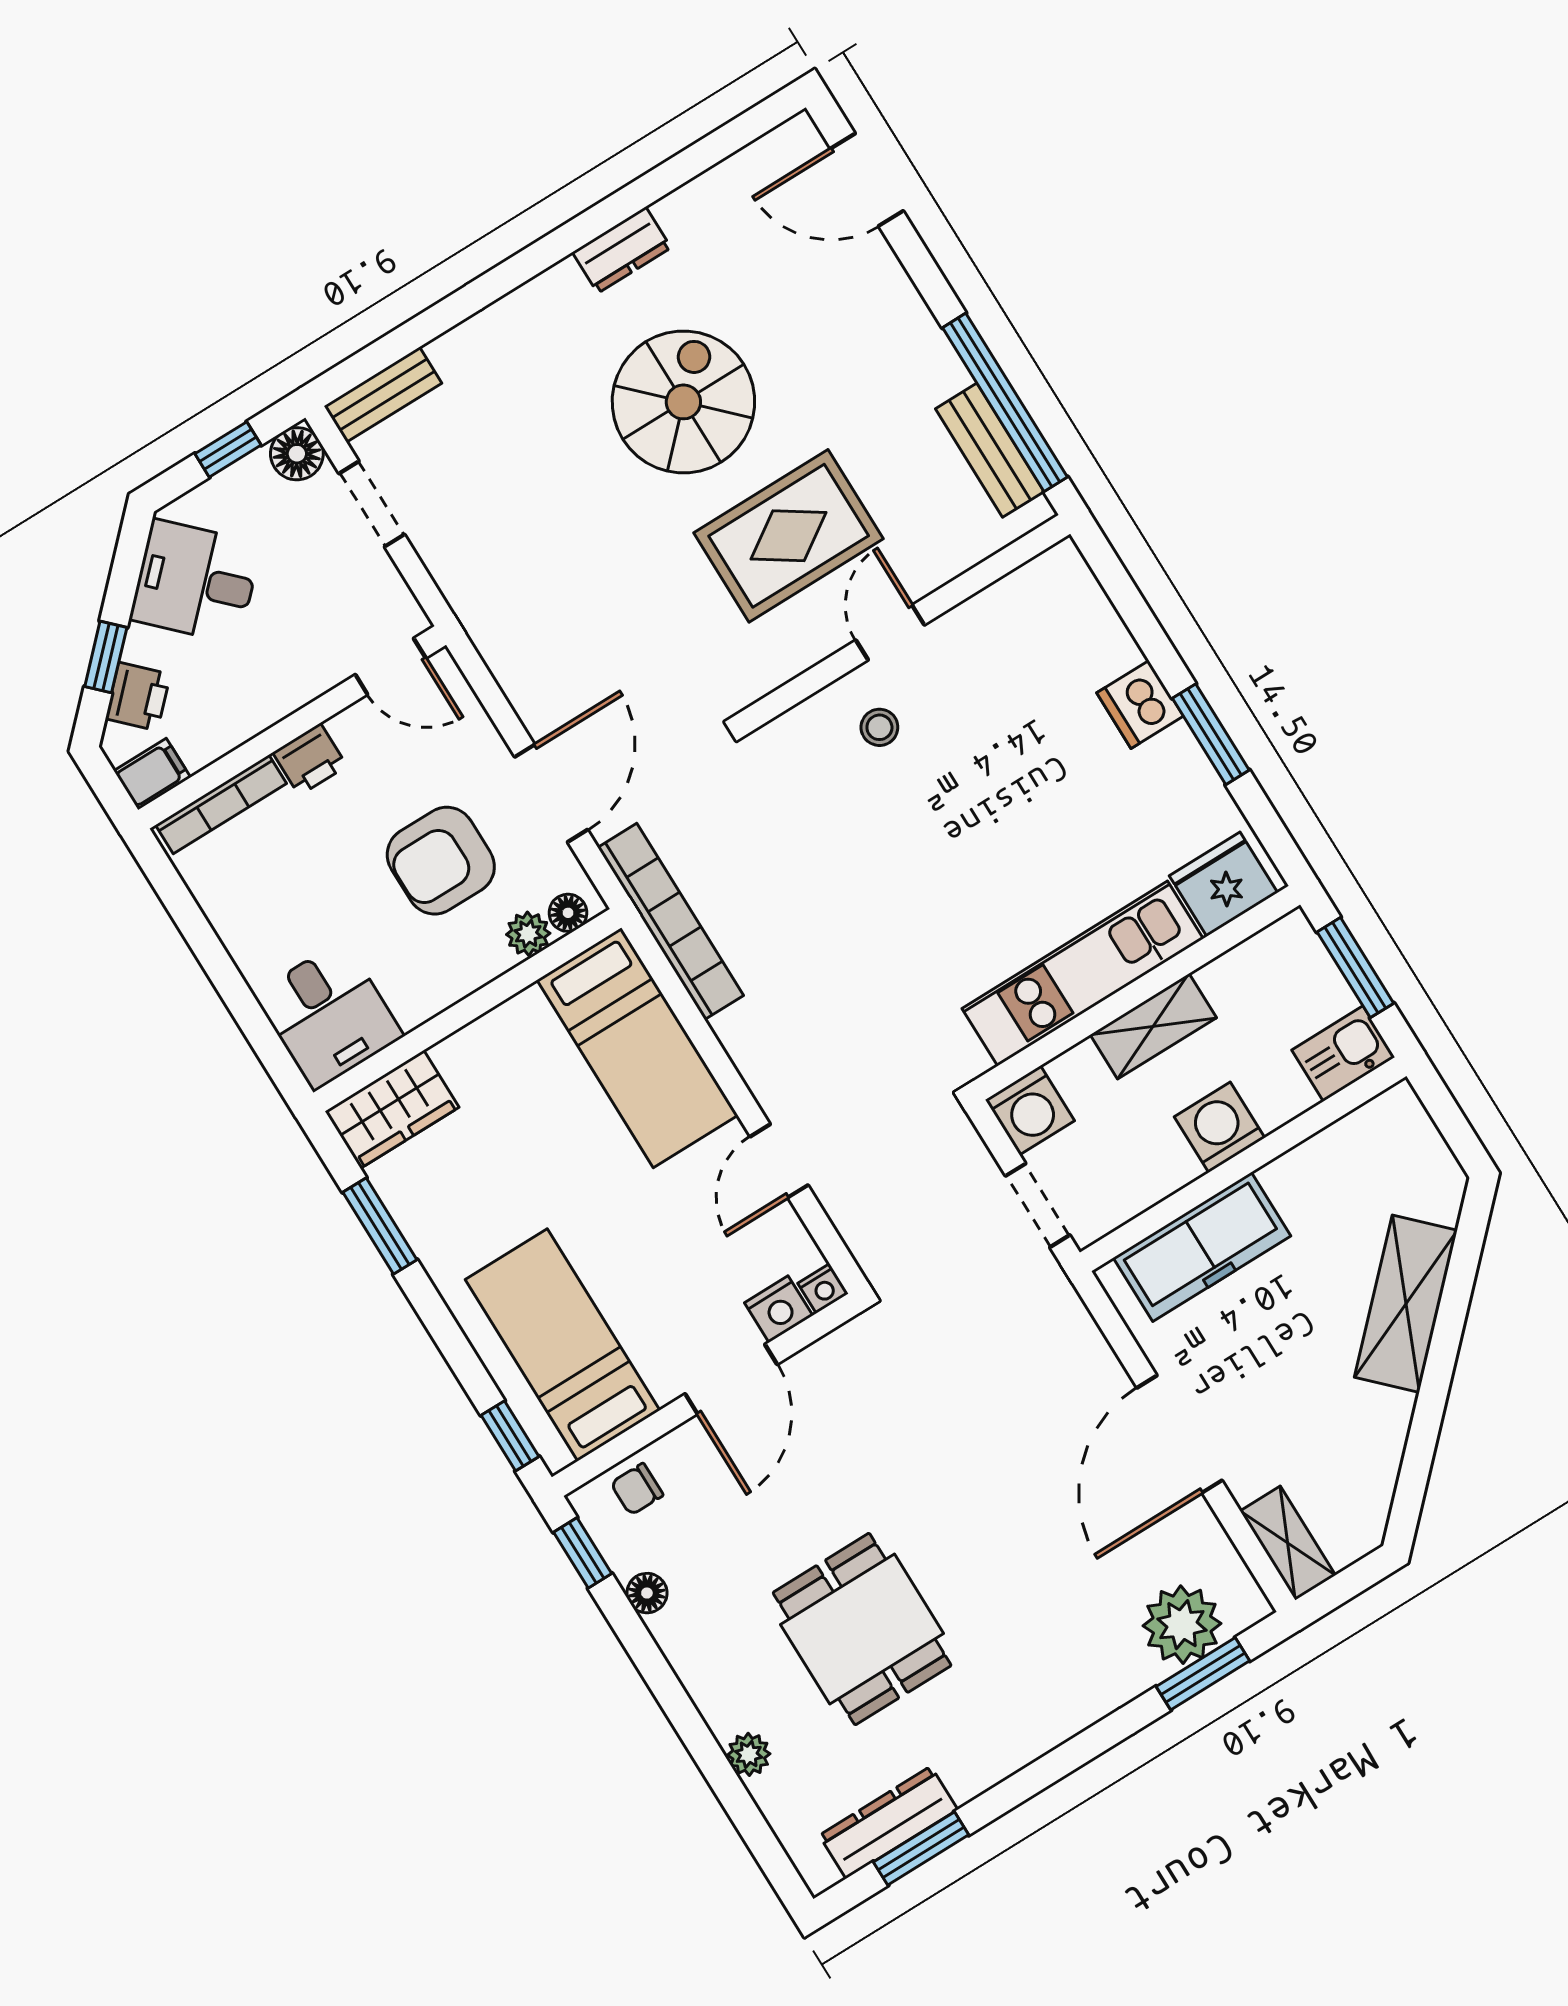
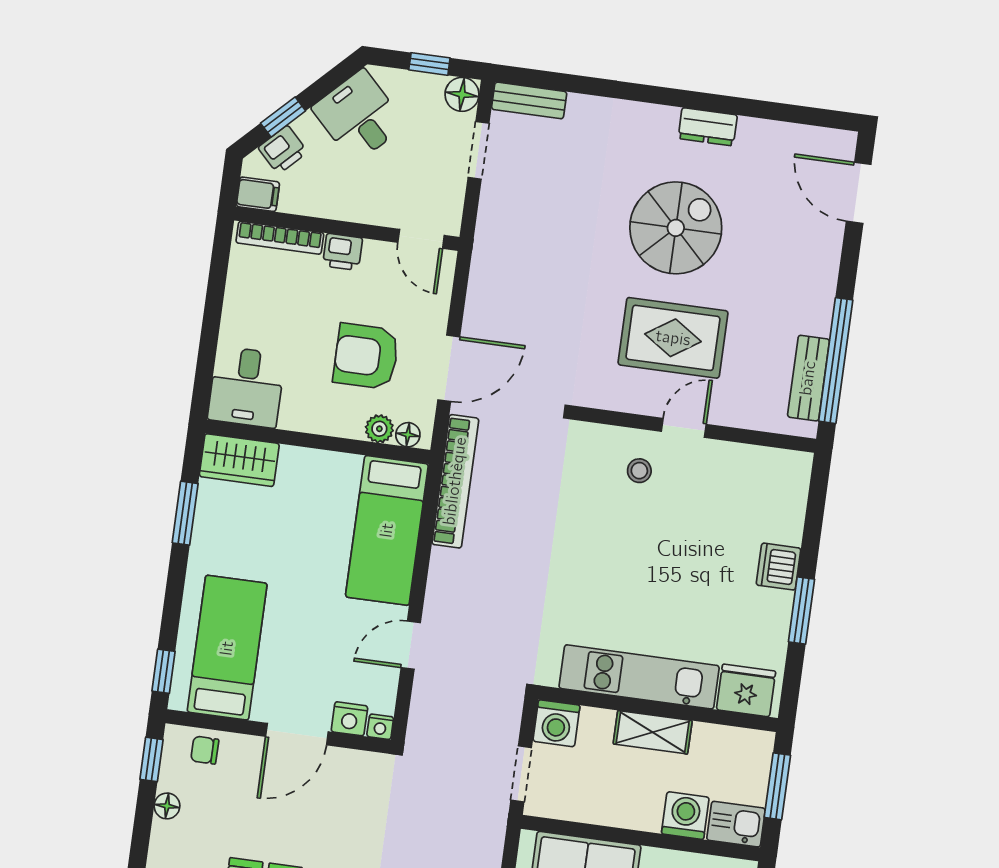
washing machine: (1220, 1127) -> (685, 816), moved

